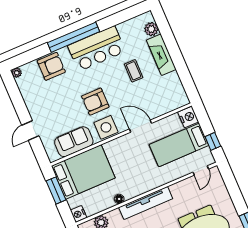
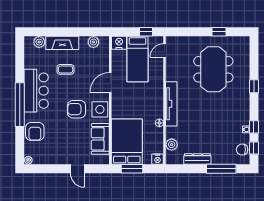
armchair: (51, 66) -> (35, 131), turned 180
plant: (177, 89) -> (93, 42), added
armchair: (95, 102) -> (76, 109), turned 90
door: (201, 171) -> (164, 51), swing flipped

